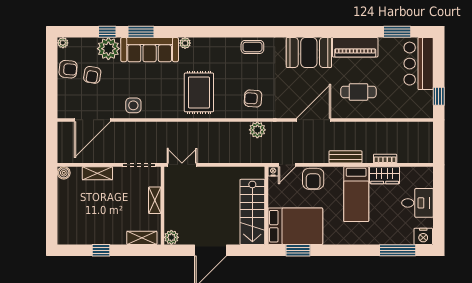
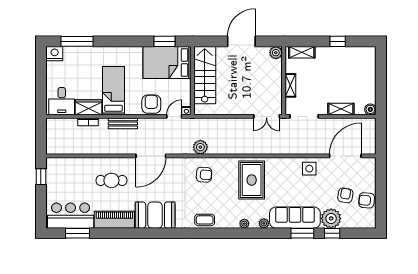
plant: (63, 43) -> (244, 224), moved
bar counter: (419, 64) -> (71, 216), moved, turned -90
desk: (417, 203) -> (62, 101), moved, turned -90

